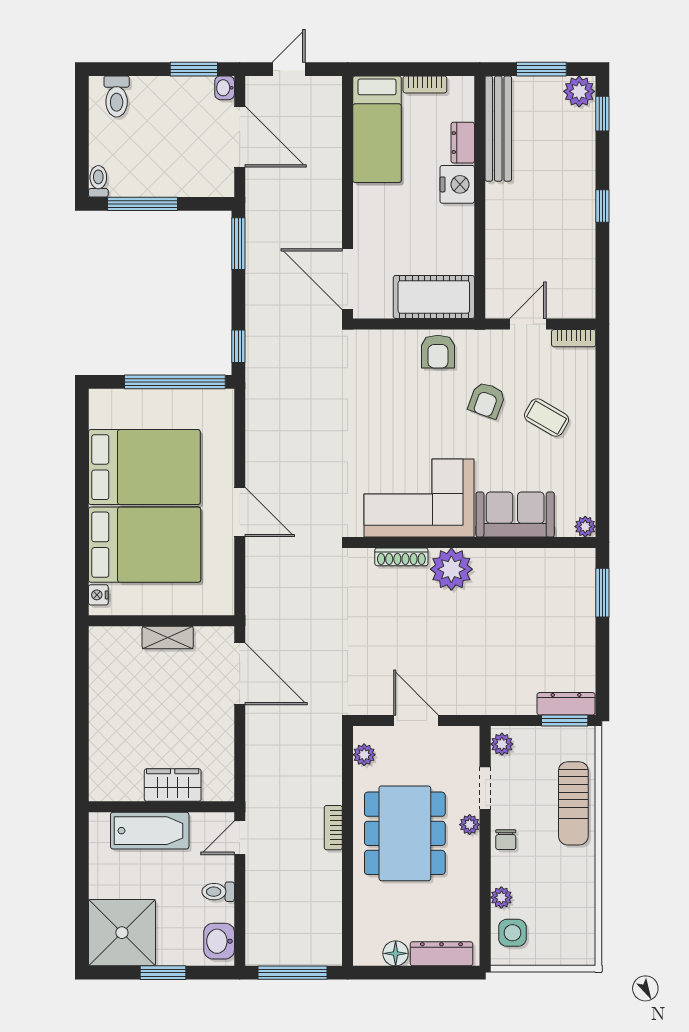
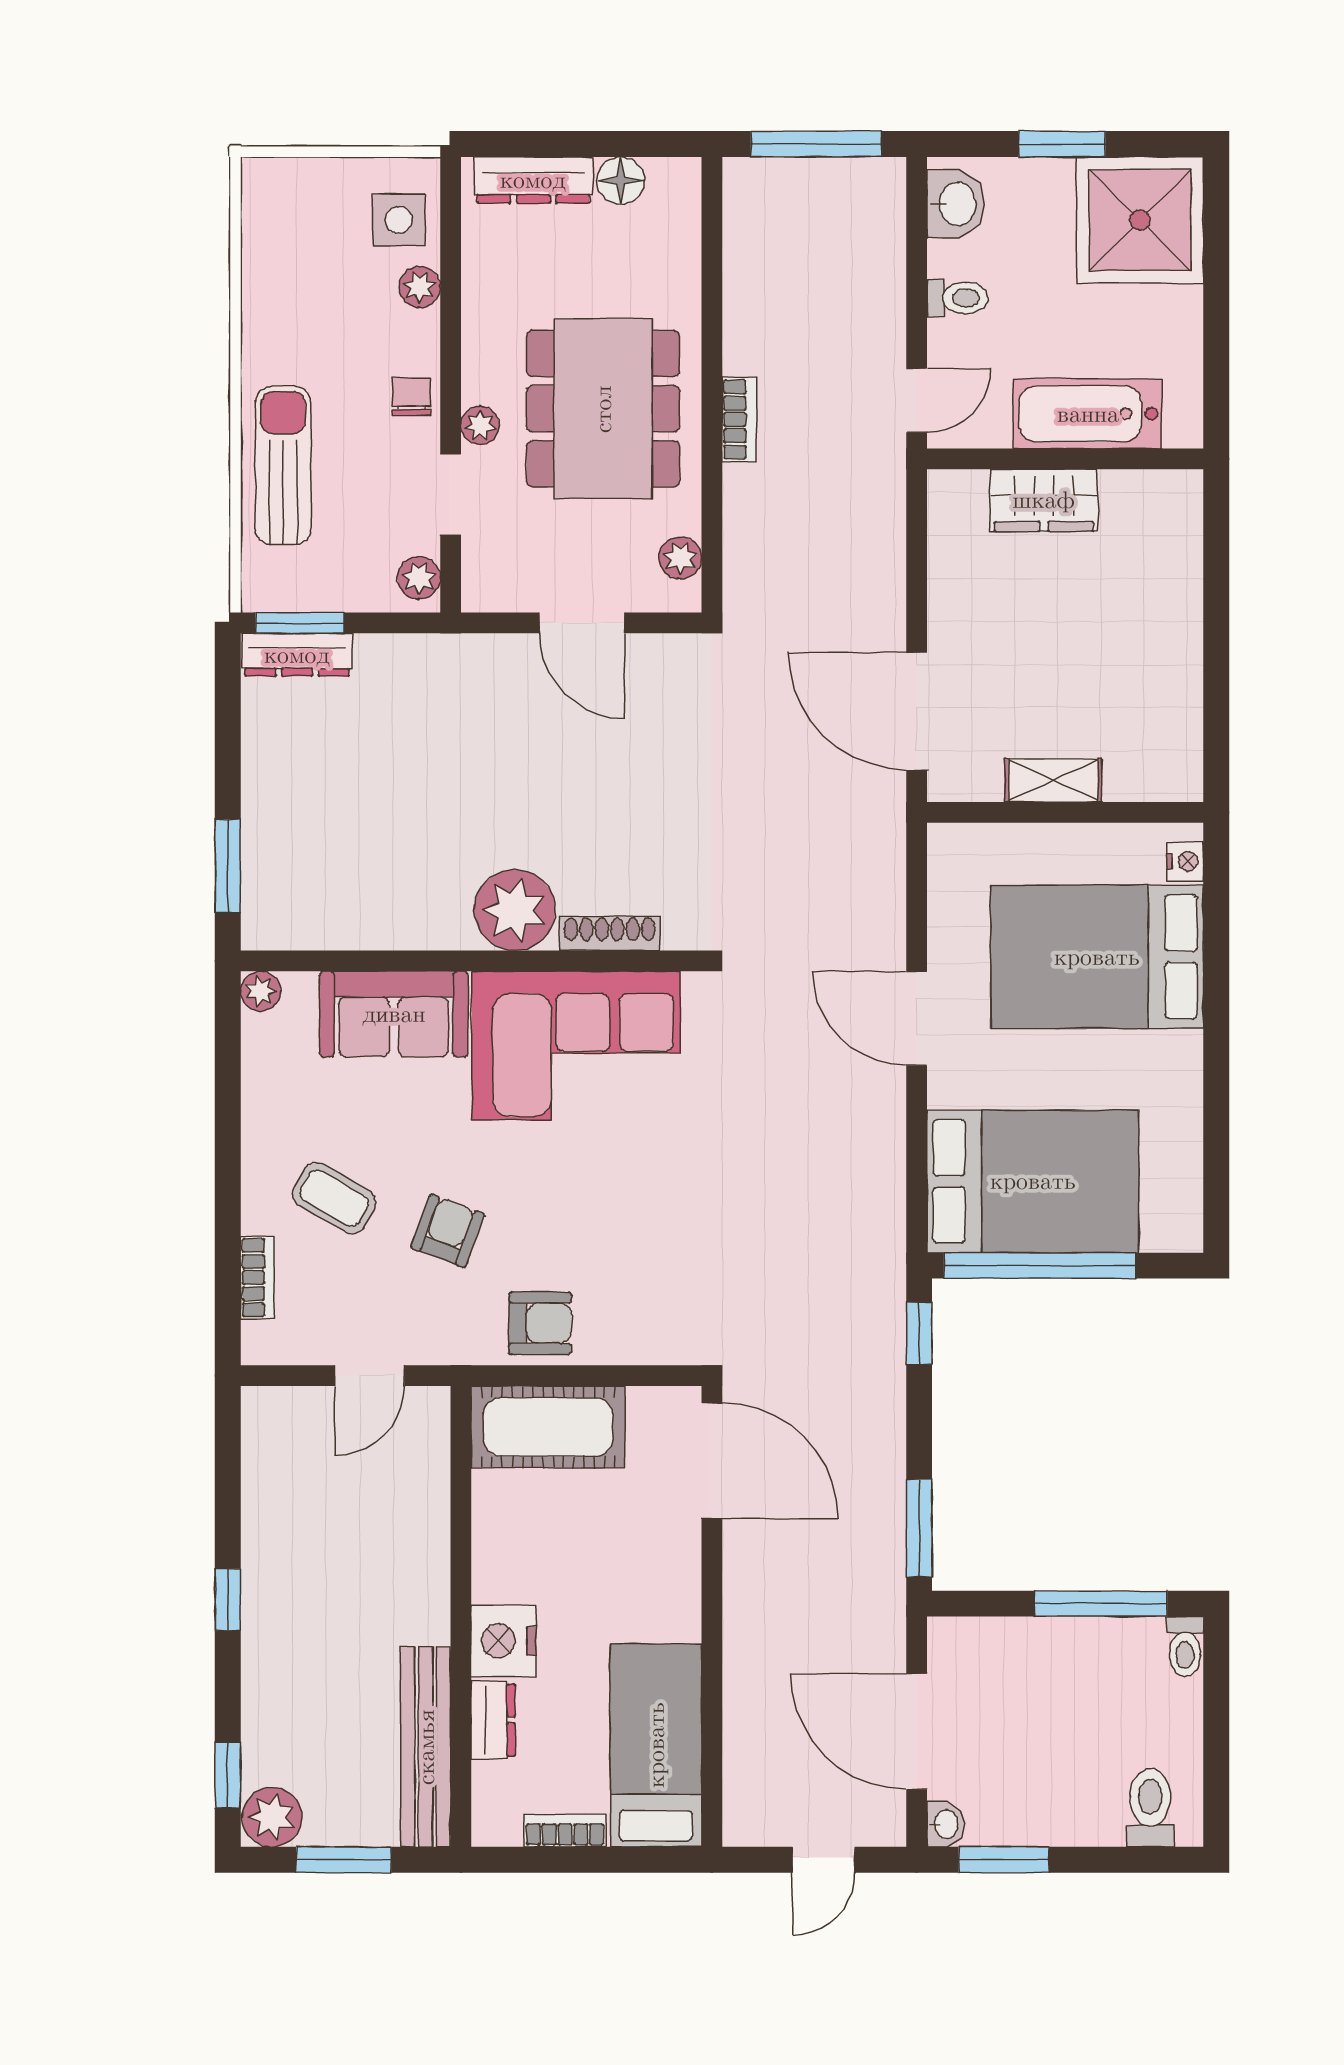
bookcase: (574, 338) -> (257, 1278), moved, turned 90
armchair: (438, 352) -> (540, 1323), turned 90
bed: (144, 467) -> (1033, 1181), moved, turned 180

